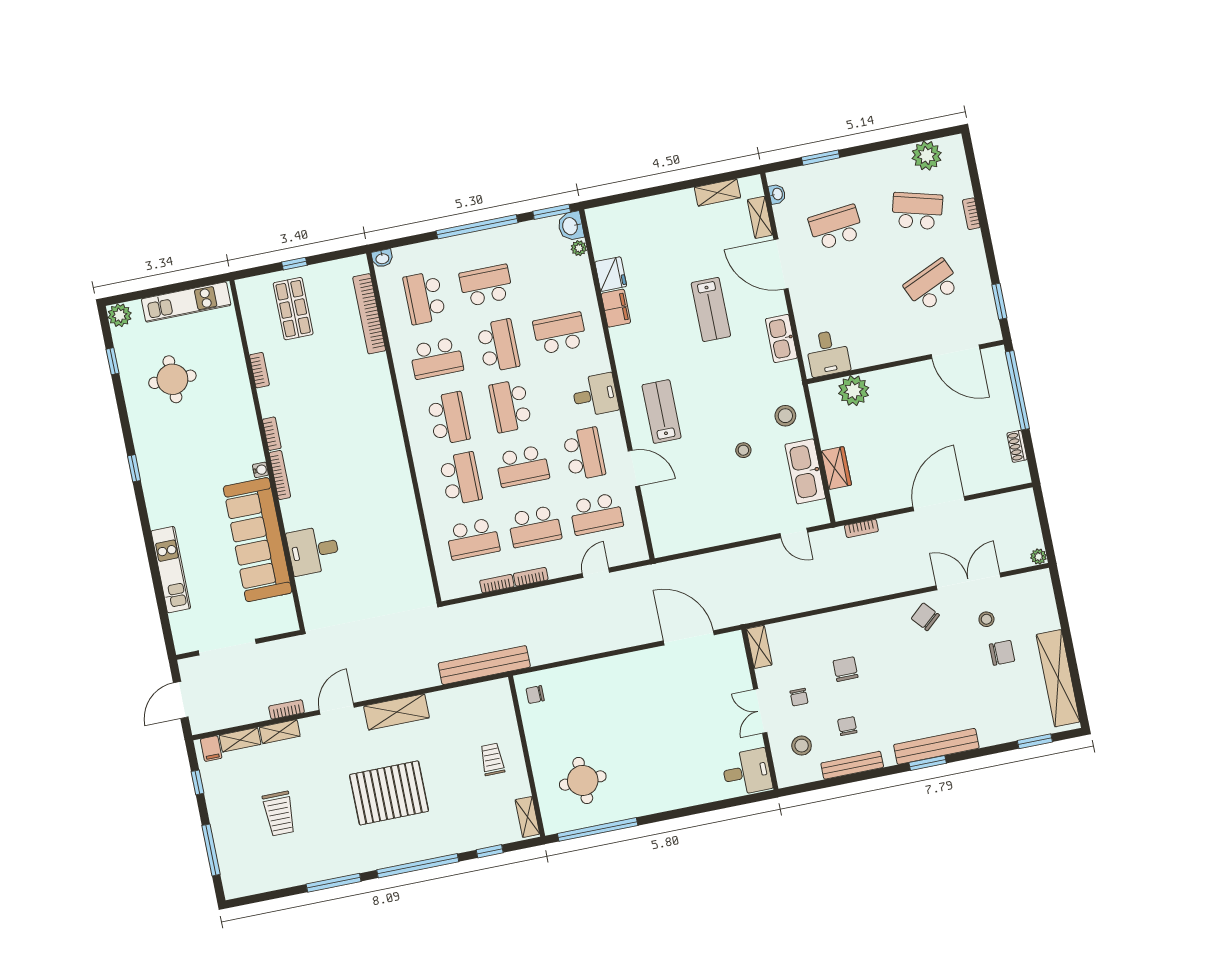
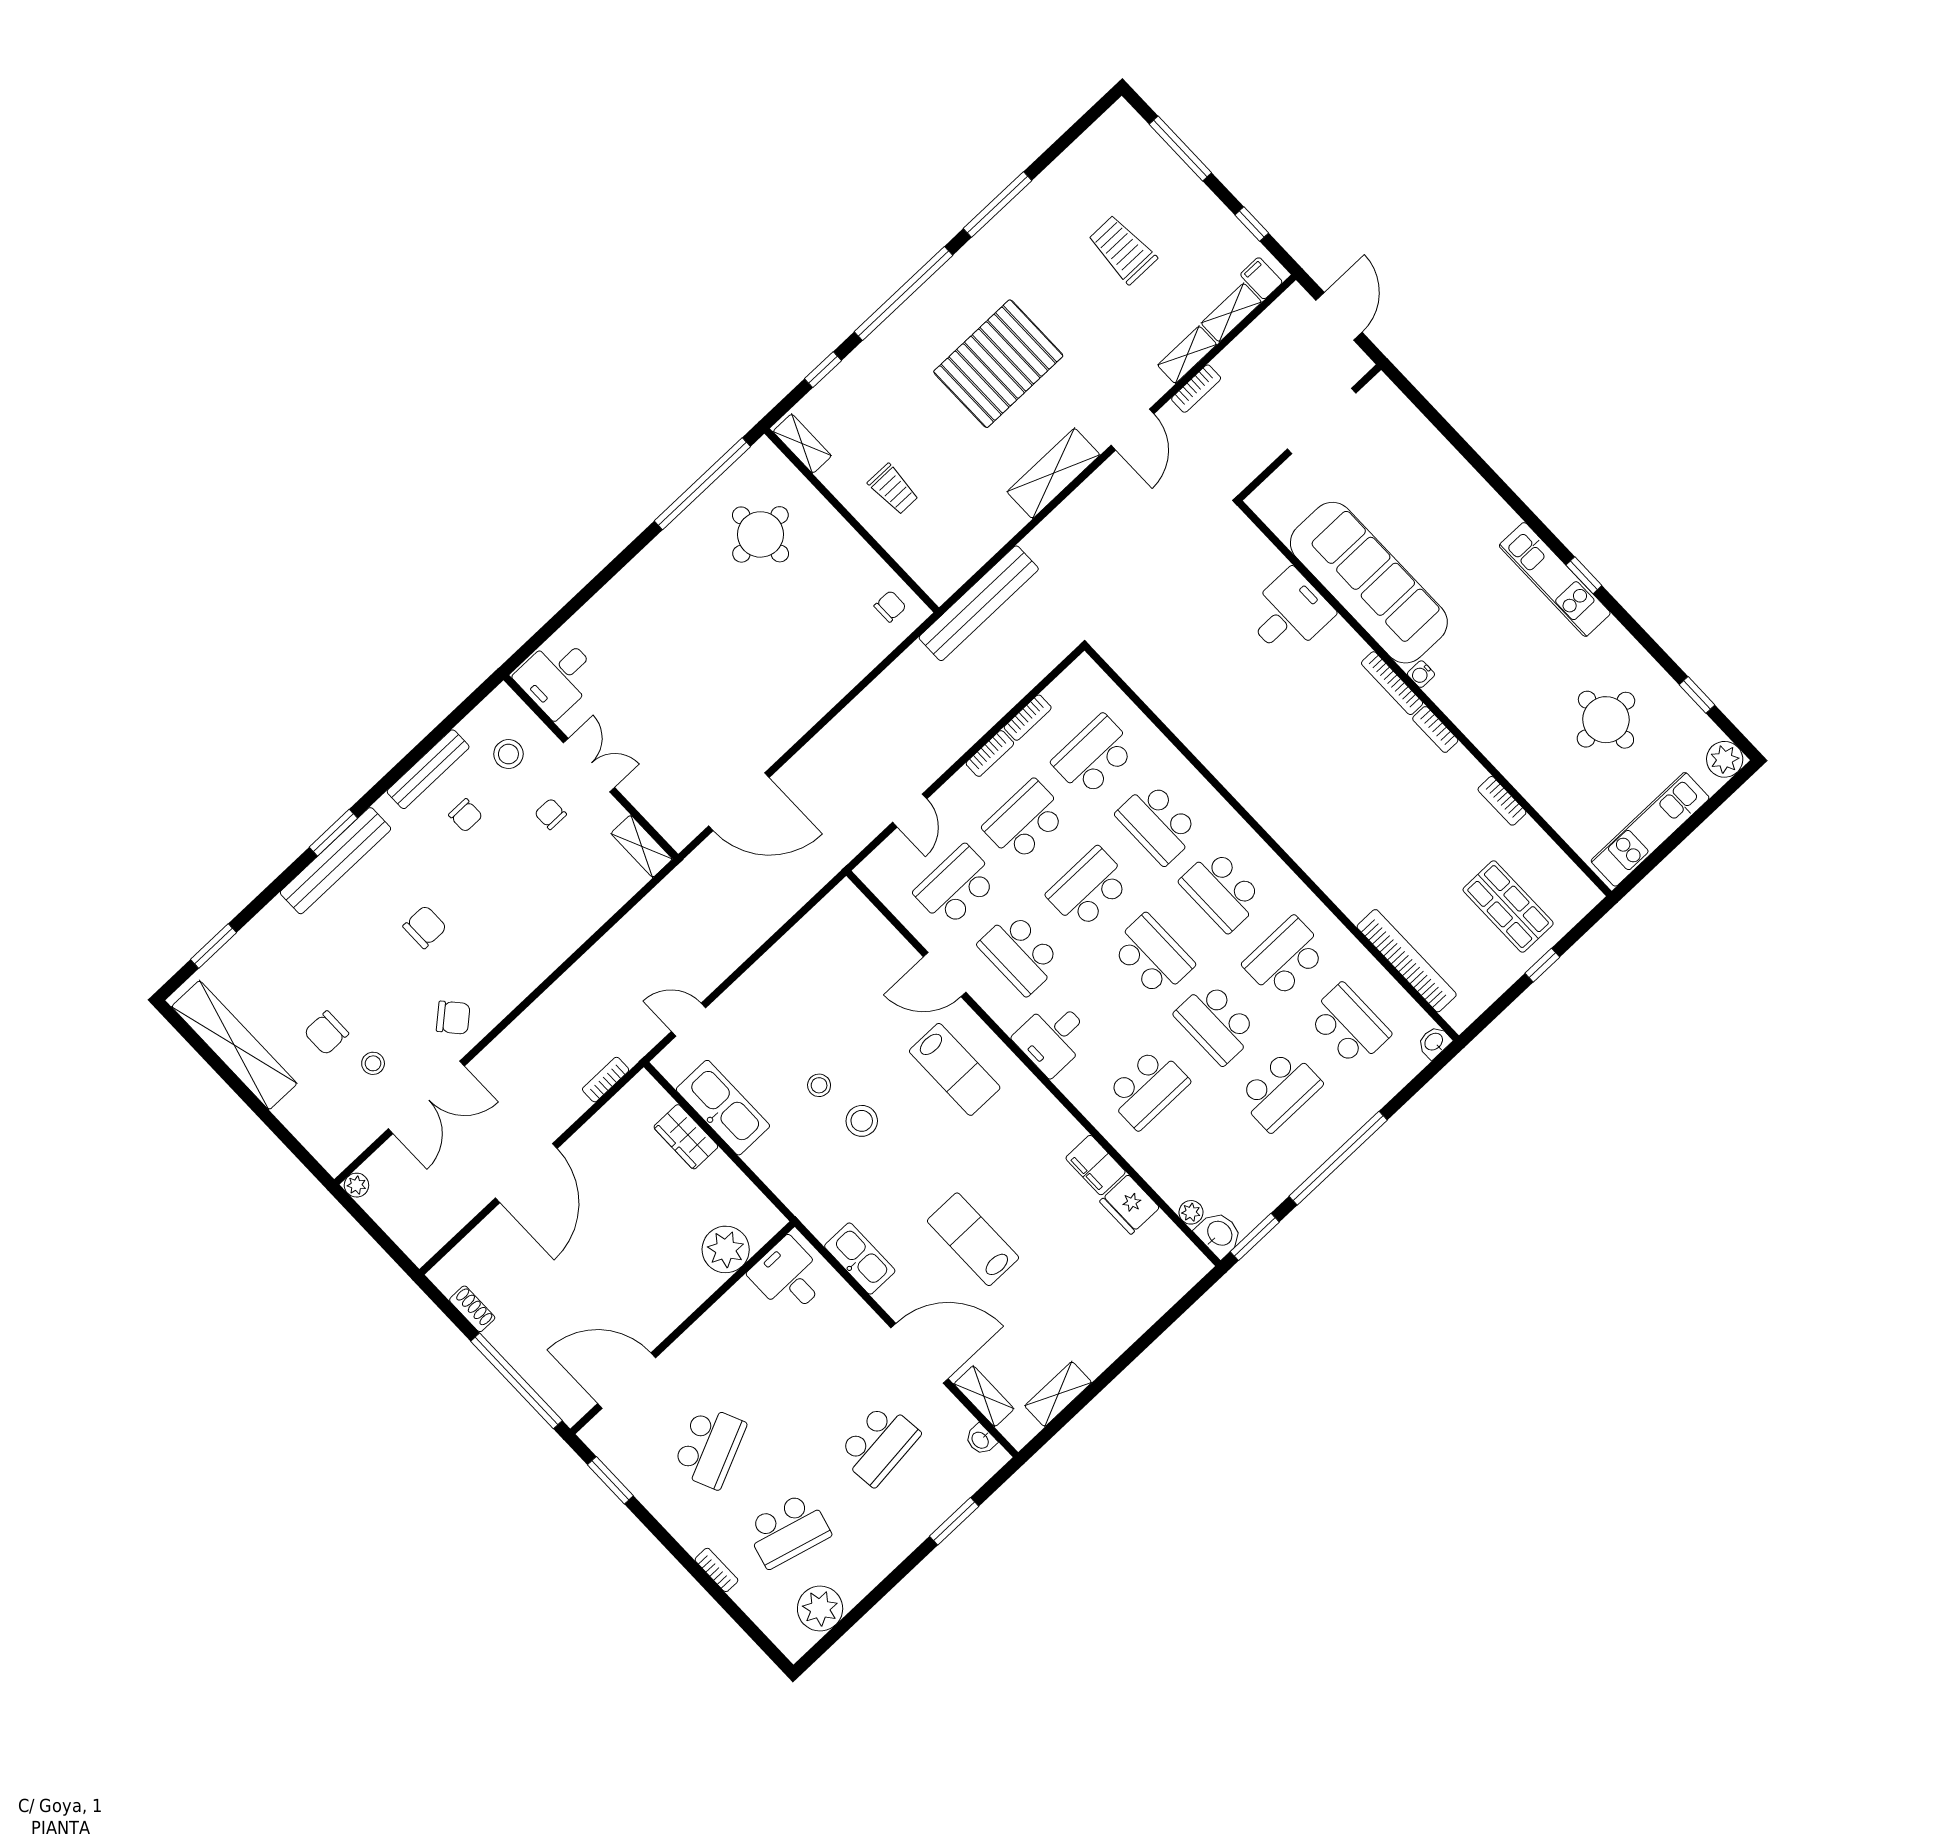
stool: (785, 416) -> (862, 1121), moved
kitchen unit: (171, 570) -> (1555, 579), moved
chair: (845, 669) -> (425, 927), moved, turned -90

